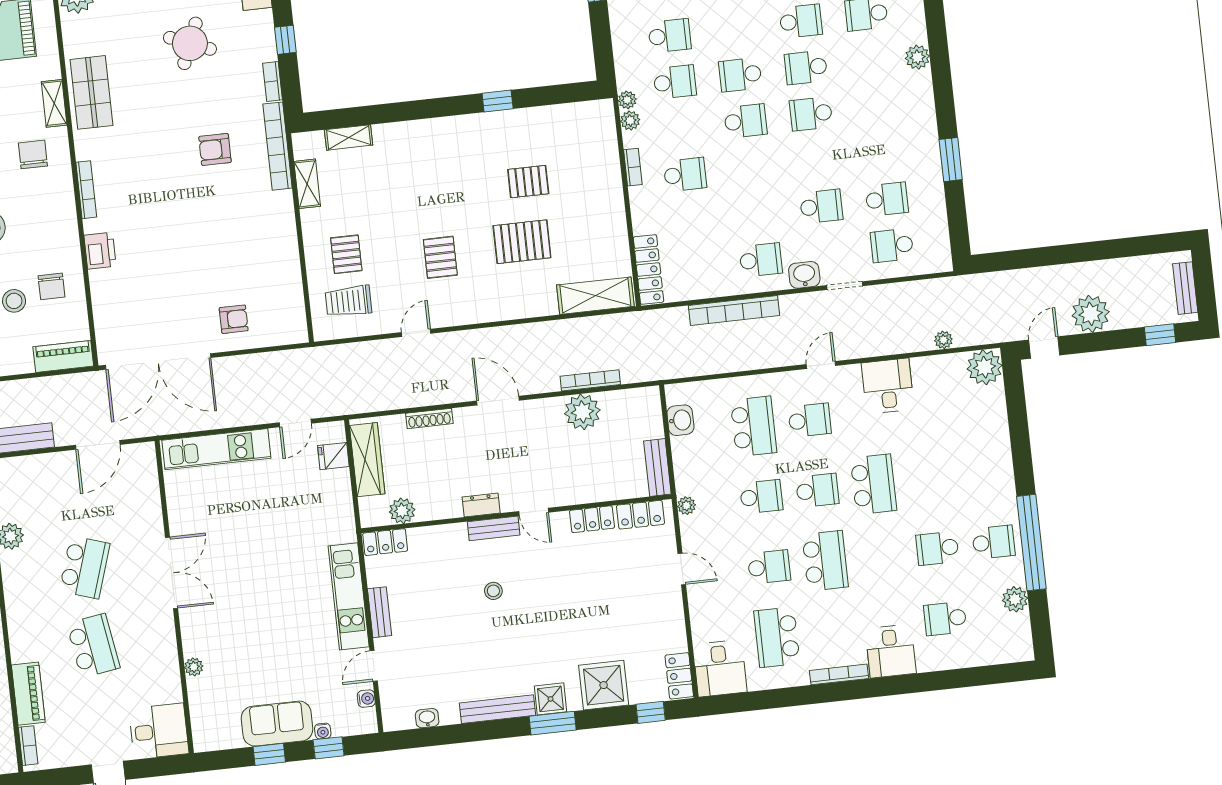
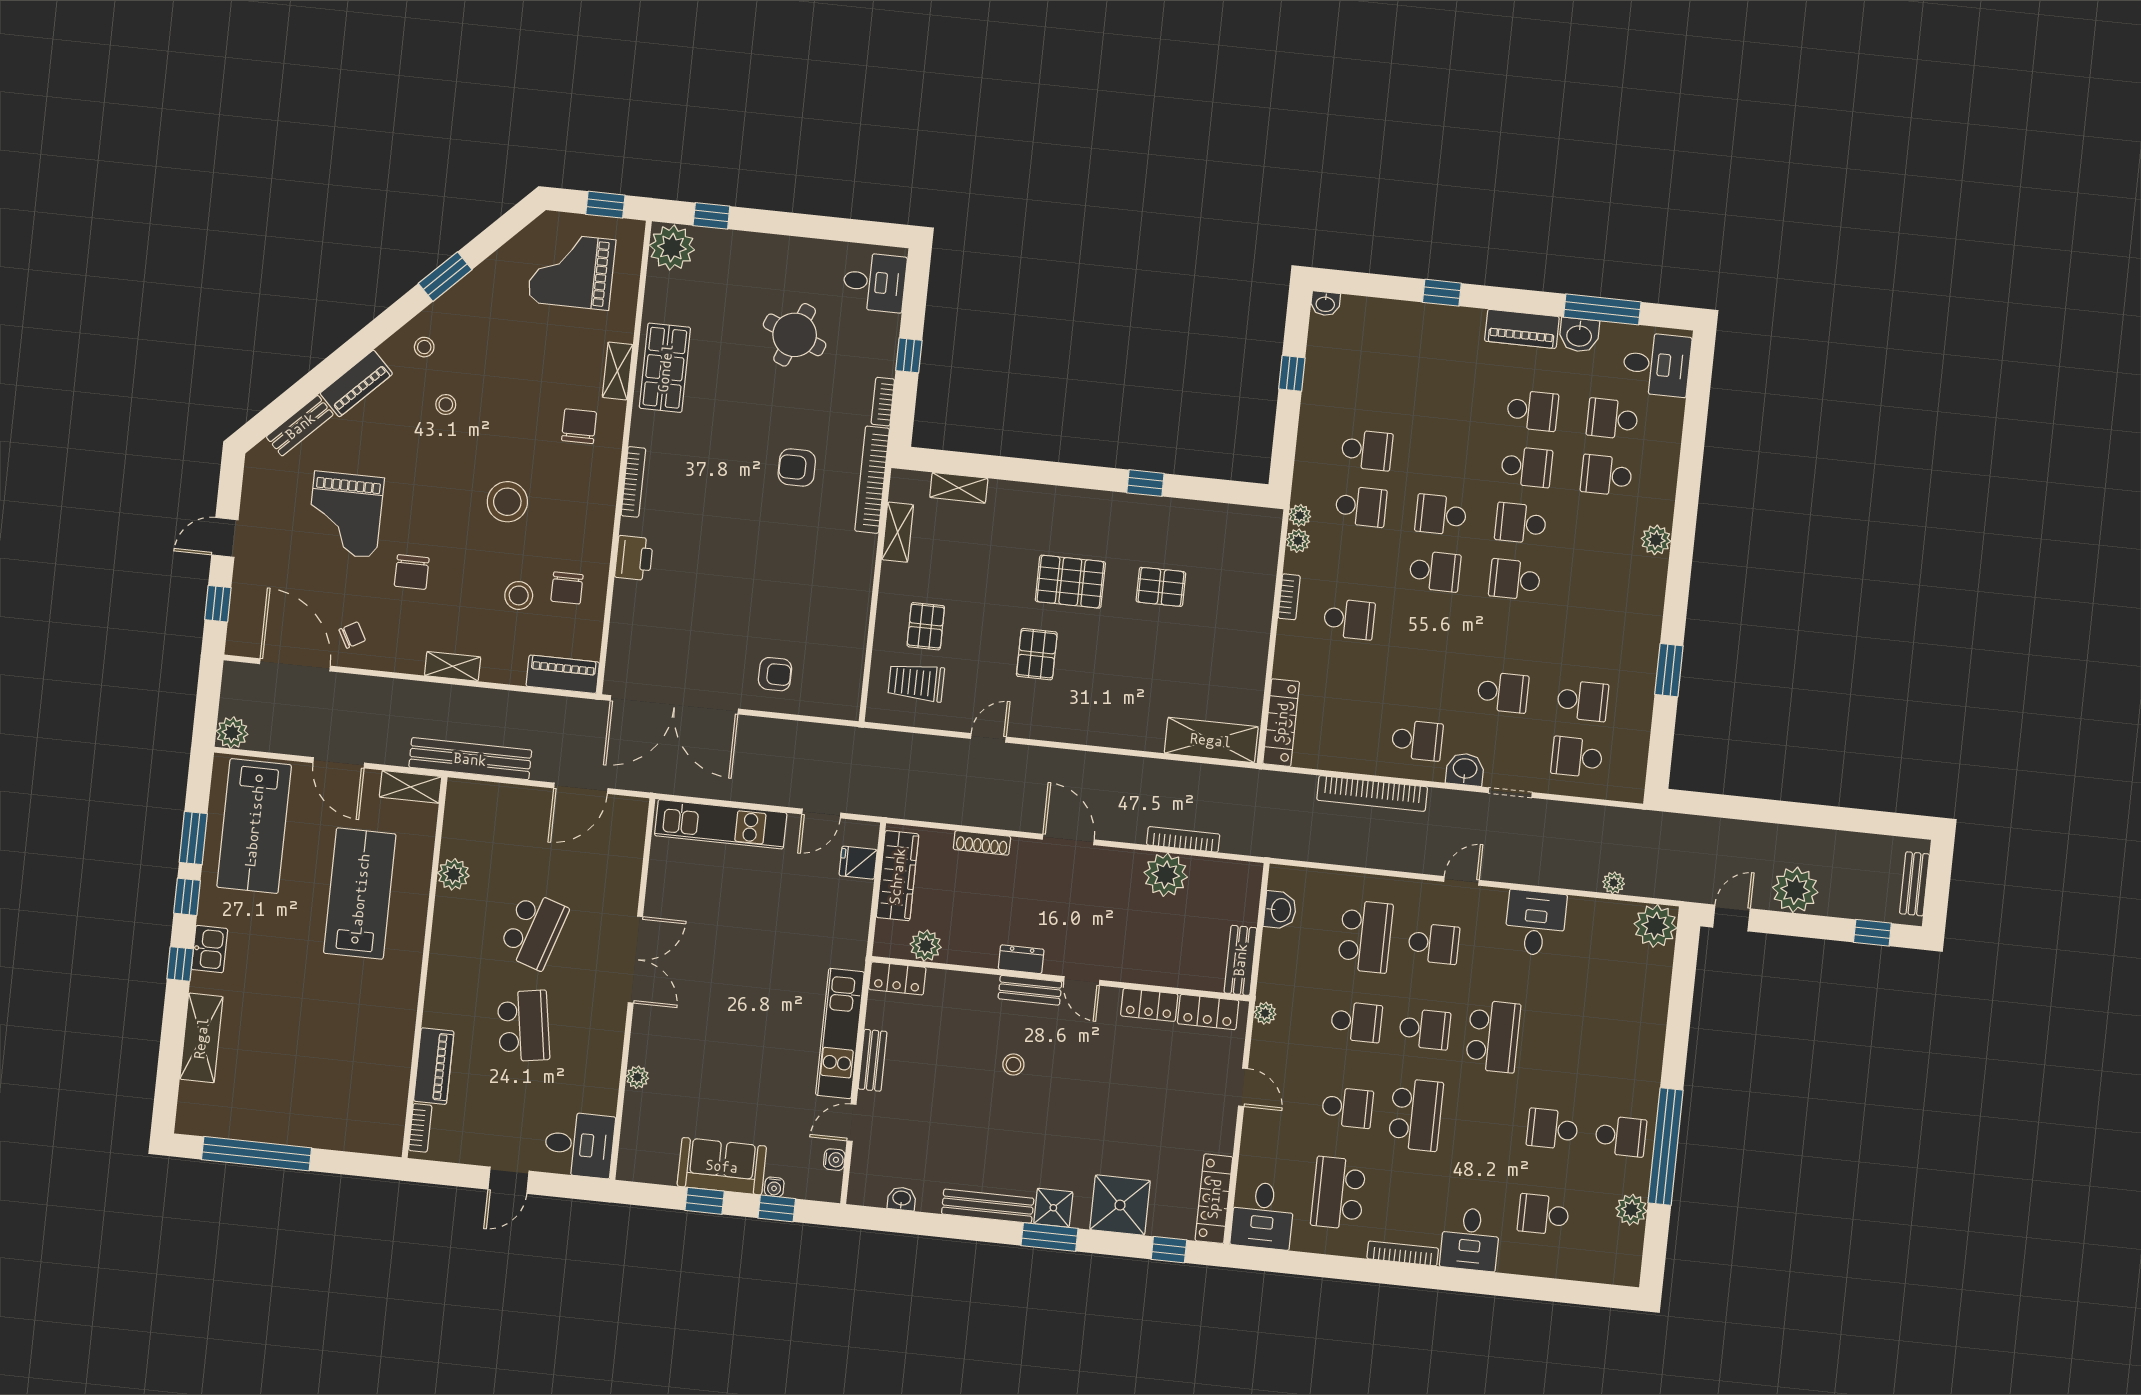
pallet: (522, 242) -> (1070, 582), moved
locker: (679, 676) -> (1214, 1199), width x1.53

